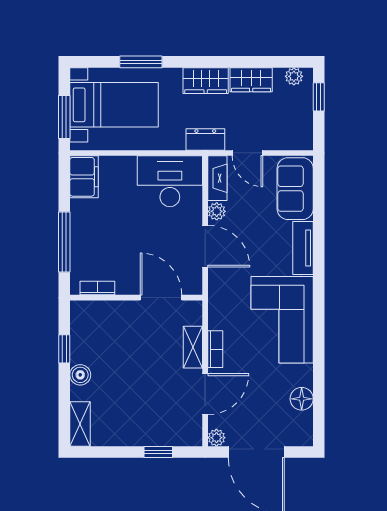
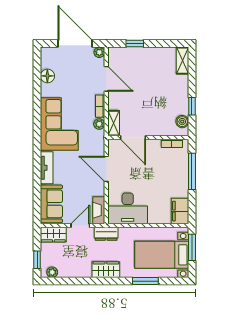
wardrobe: (251, 80) -> (53, 235), moved, turned 180
door: (248, 153) -> (80, 226), hinge flipped
plant: (217, 211) -> (99, 124), moved
shelving: (193, 347) -> (114, 123), moved
boiler: (80, 375) -> (182, 122), moved
door: (205, 394) -> (106, 79), swing flipped

